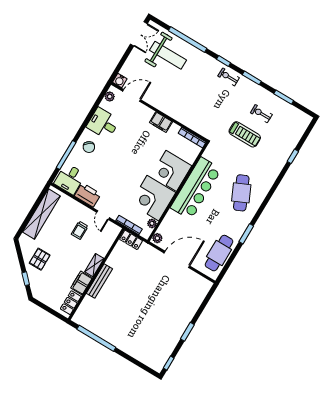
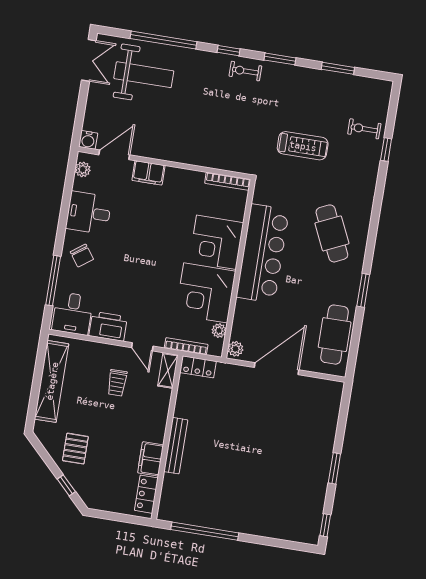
exercise bike: (261, 114) -> (364, 129), moved
filing cabinet: (161, 122) -> (148, 173), moved
shelving: (94, 265) -> (168, 370), moved

